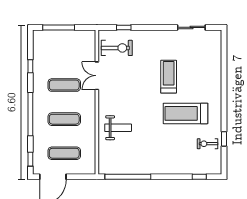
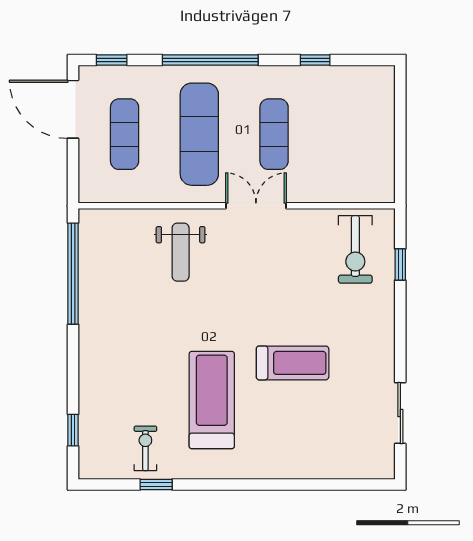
window: (59, 27) -> (400, 122), removed
double door: (97, 76) -> (256, 206), moved
exercise mat: (64, 119) -> (199, 134), width x1.36, depth x1.45

